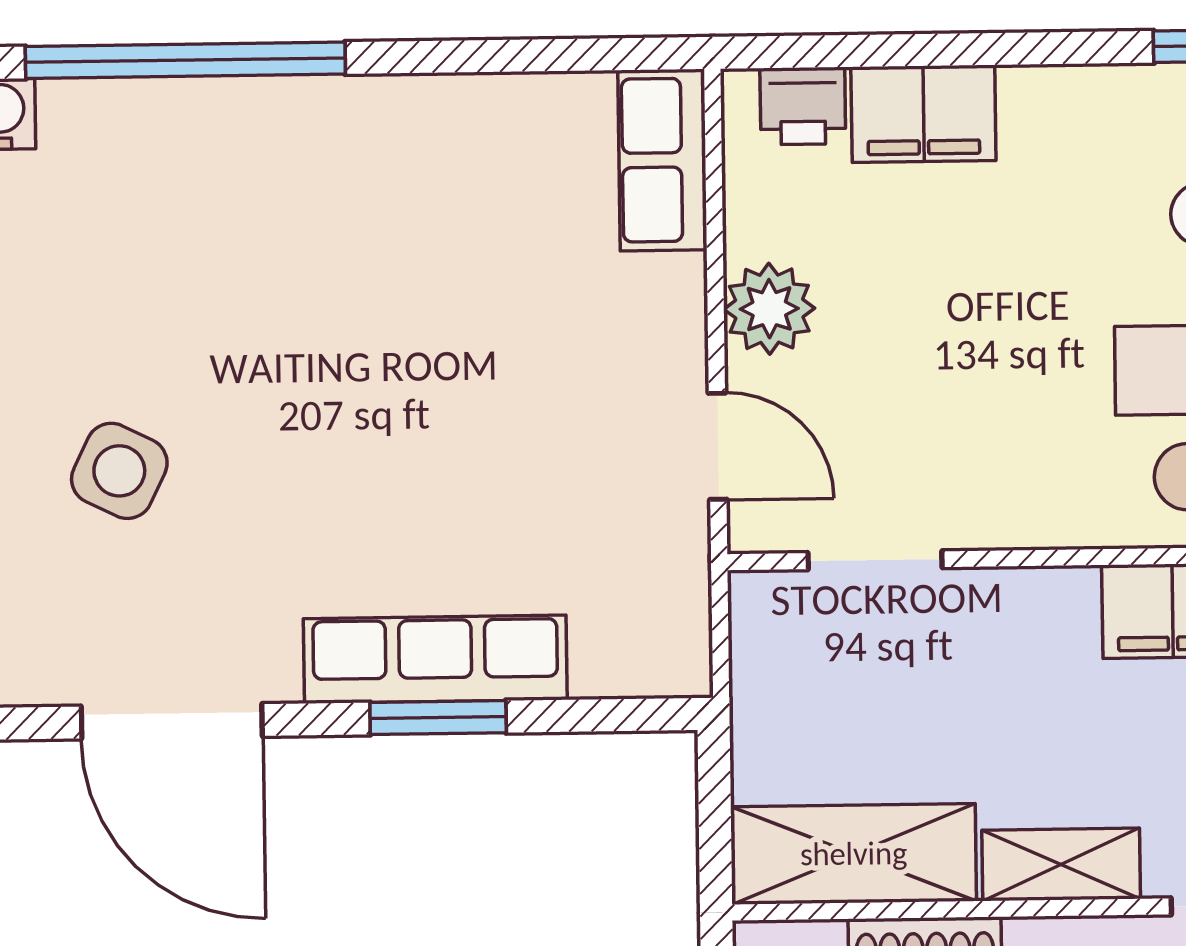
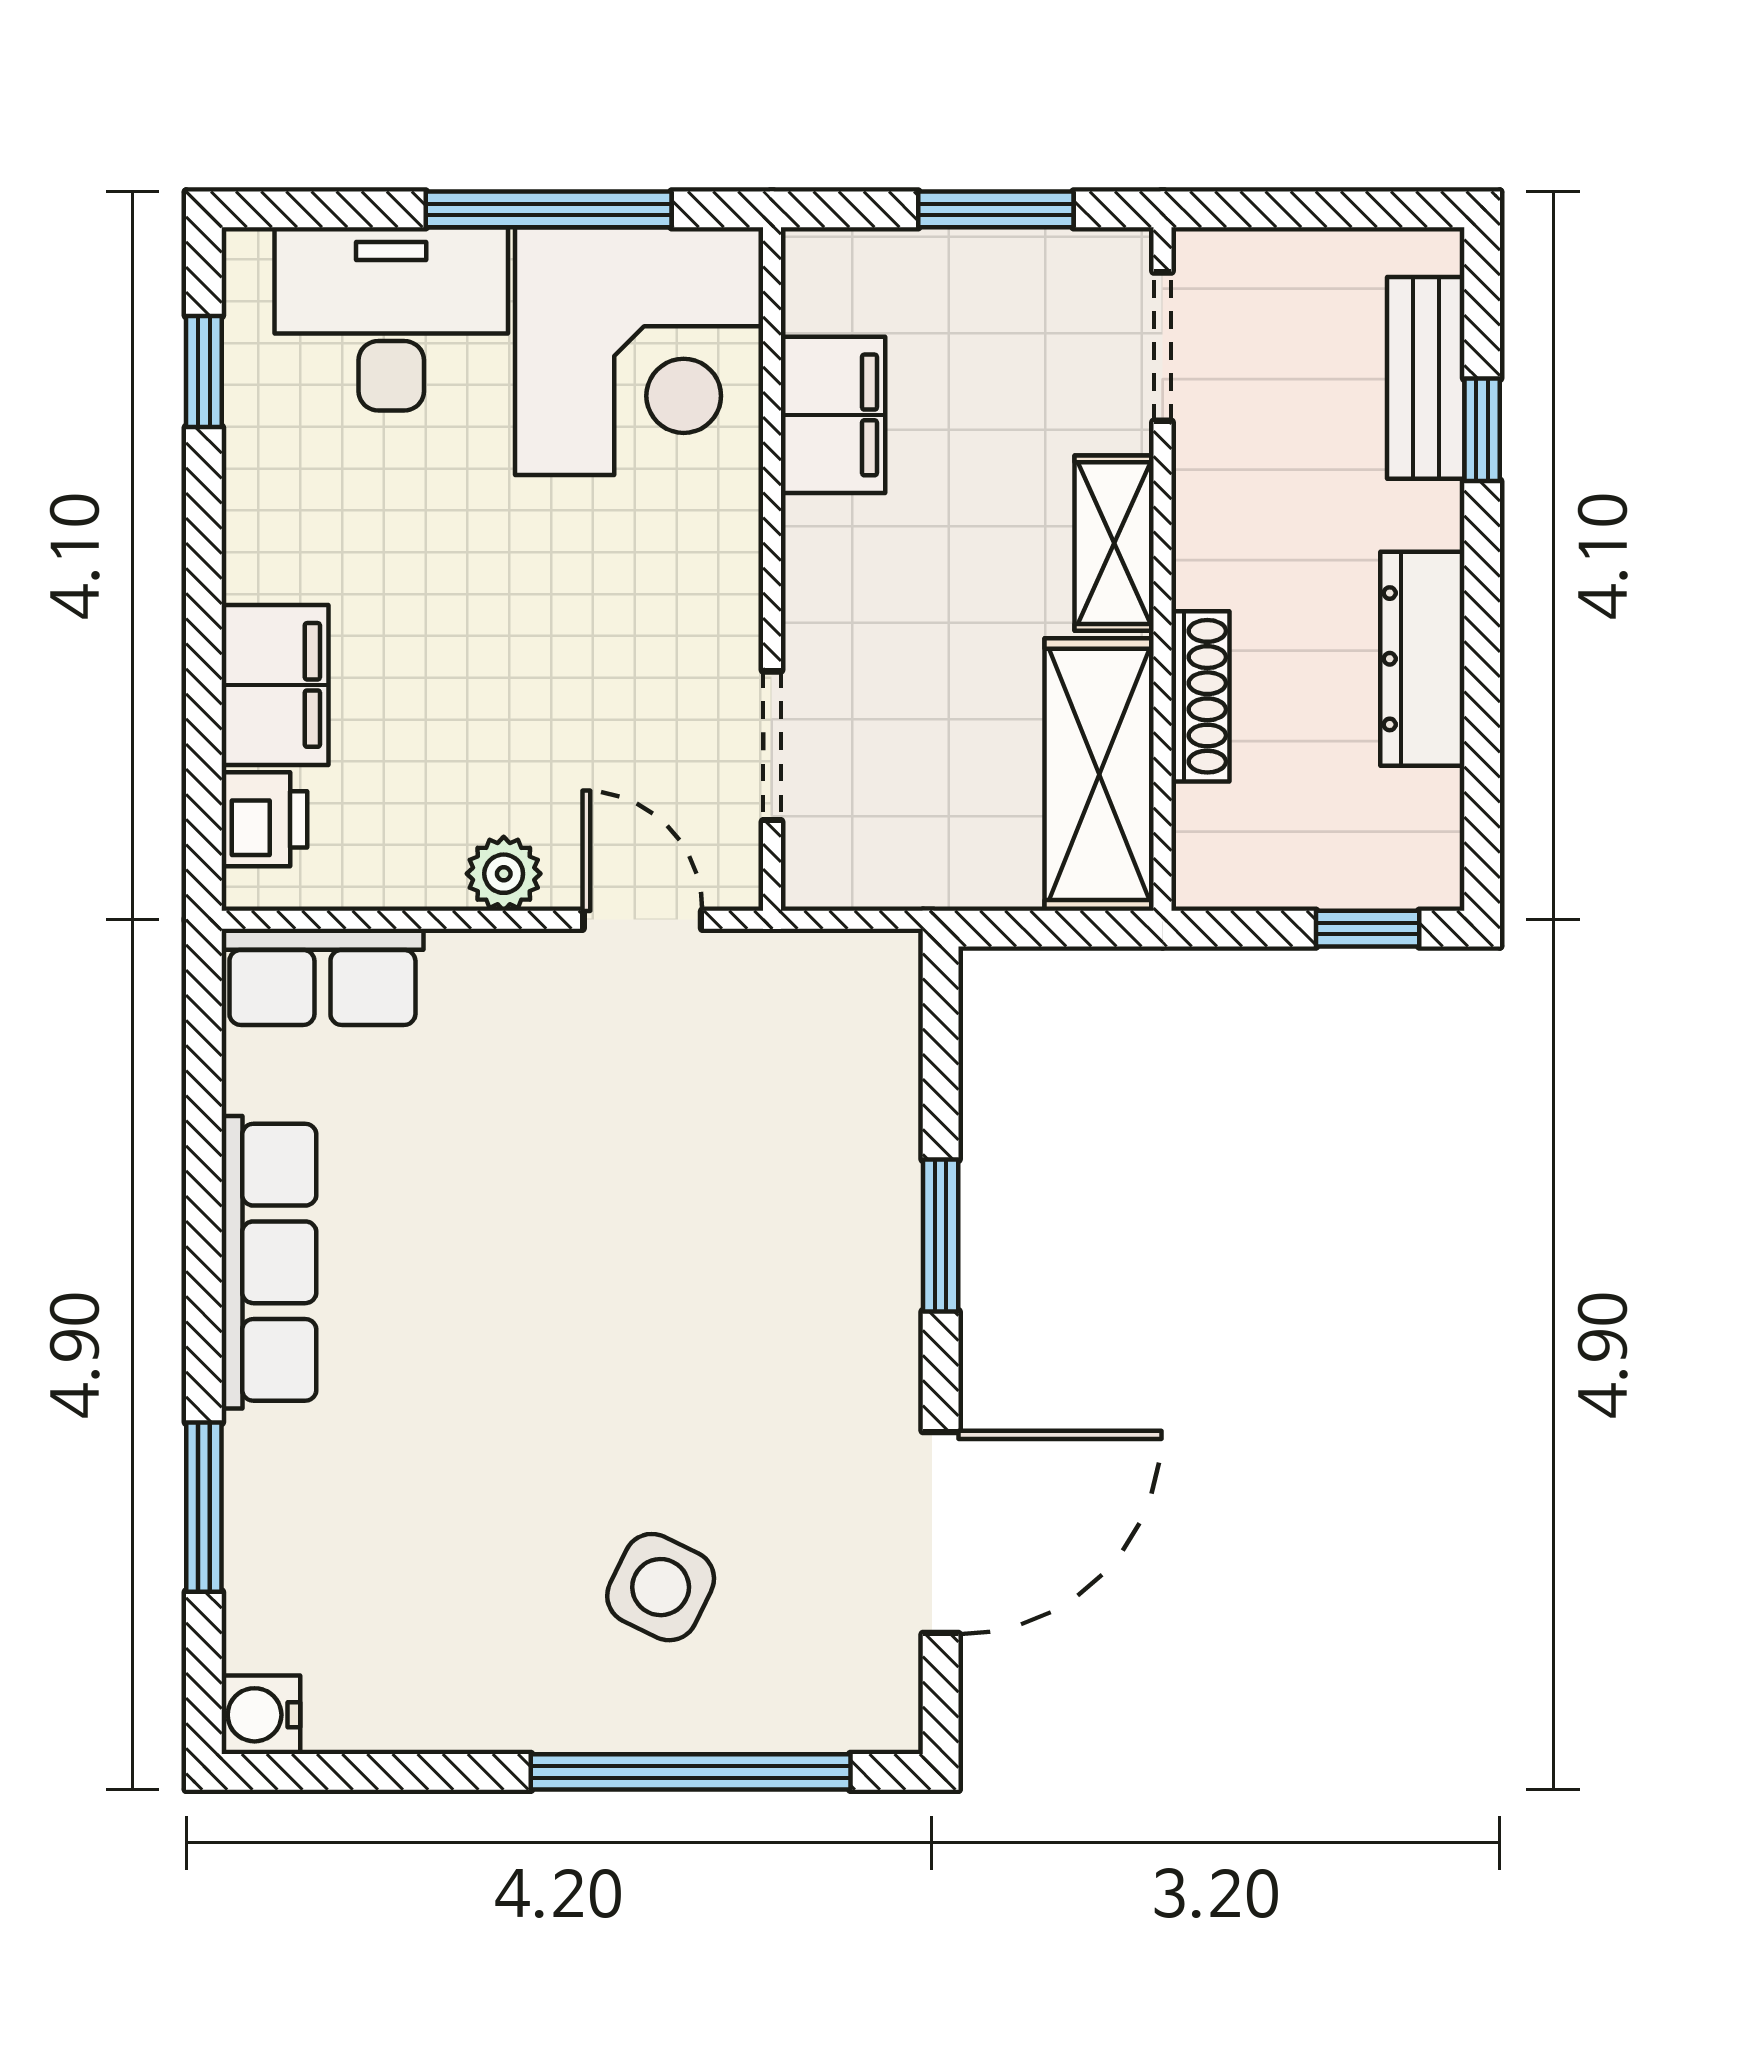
window: (185, 60) -> (204, 1507), width x0.47
plant: (769, 309) -> (504, 874), width x0.73, depth x0.73
door: (718, 446) -> (642, 920), hinge flipped
row of seats: (435, 659) -> (269, 1262), moved, turned 180

